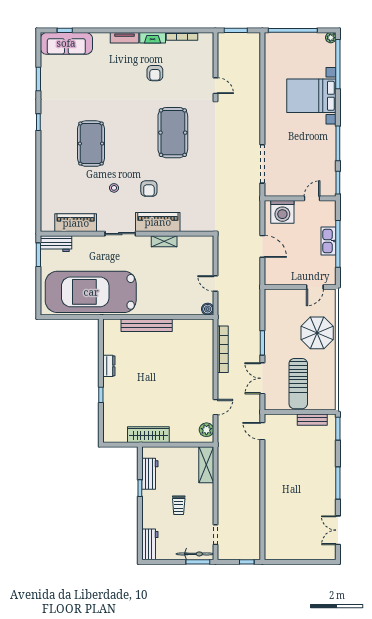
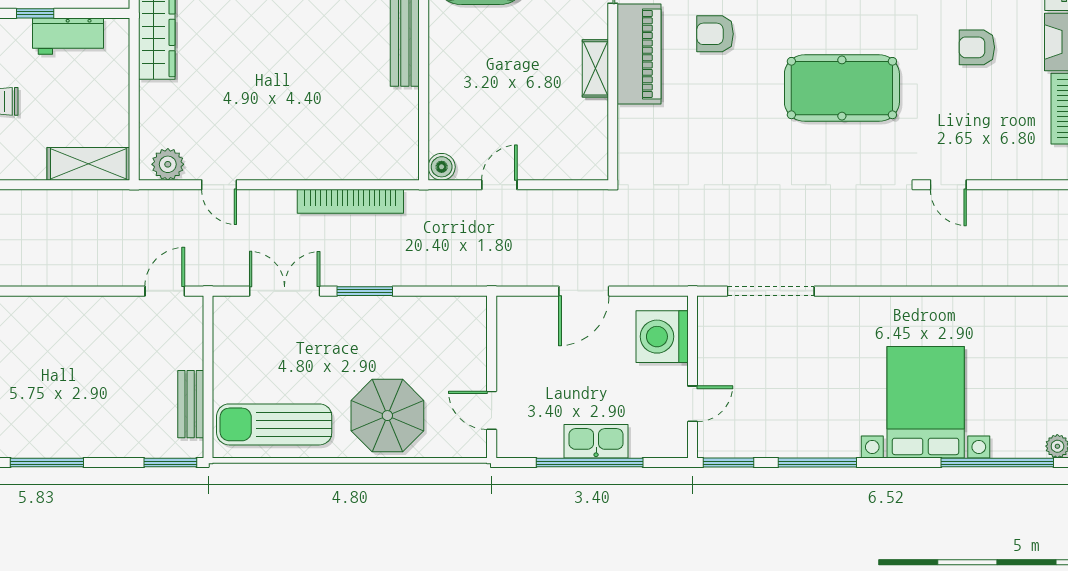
door: (215, 86) -> (948, 185), hinge flipped
door: (312, 198) -> (693, 404), hinge flipped
sun lounger: (298, 384) -> (274, 424), moved

